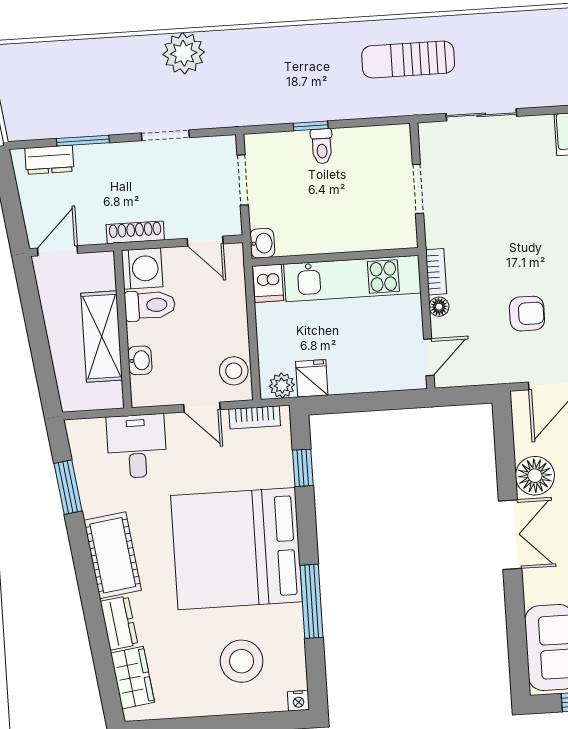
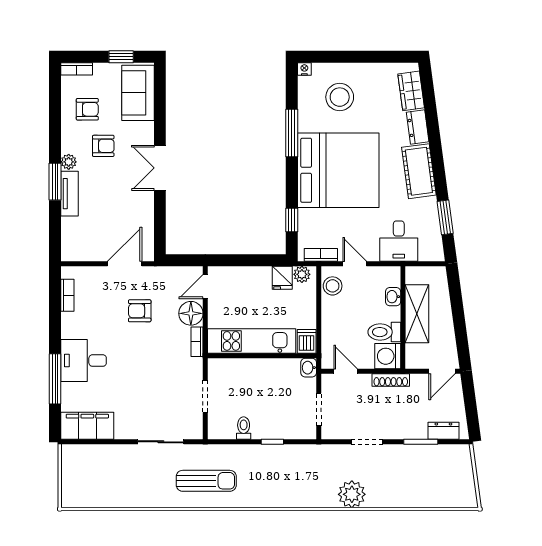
toilet: (322, 146) -> (244, 428), moved
floor lamp: (439, 307) -> (191, 313), width x1.89, depth x1.89
floor lamp: (535, 476) -> (141, 205), removed

